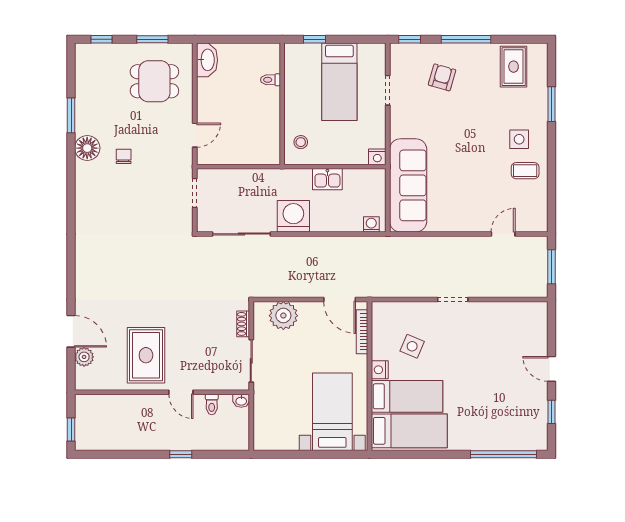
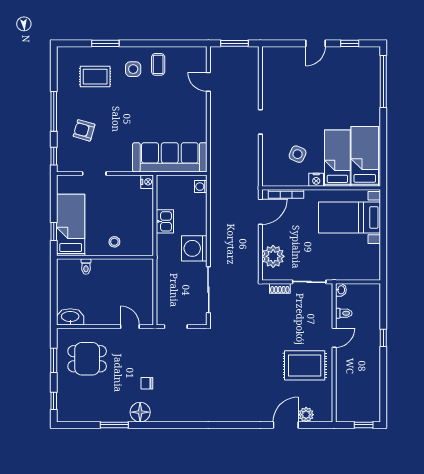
rug: (514, 67) -> (95, 77), moved
dining table: (154, 81) -> (87, 359), turned 90
bed: (339, 82) -> (71, 225), moved, turned -90
stool: (301, 142) -> (114, 242), moved

